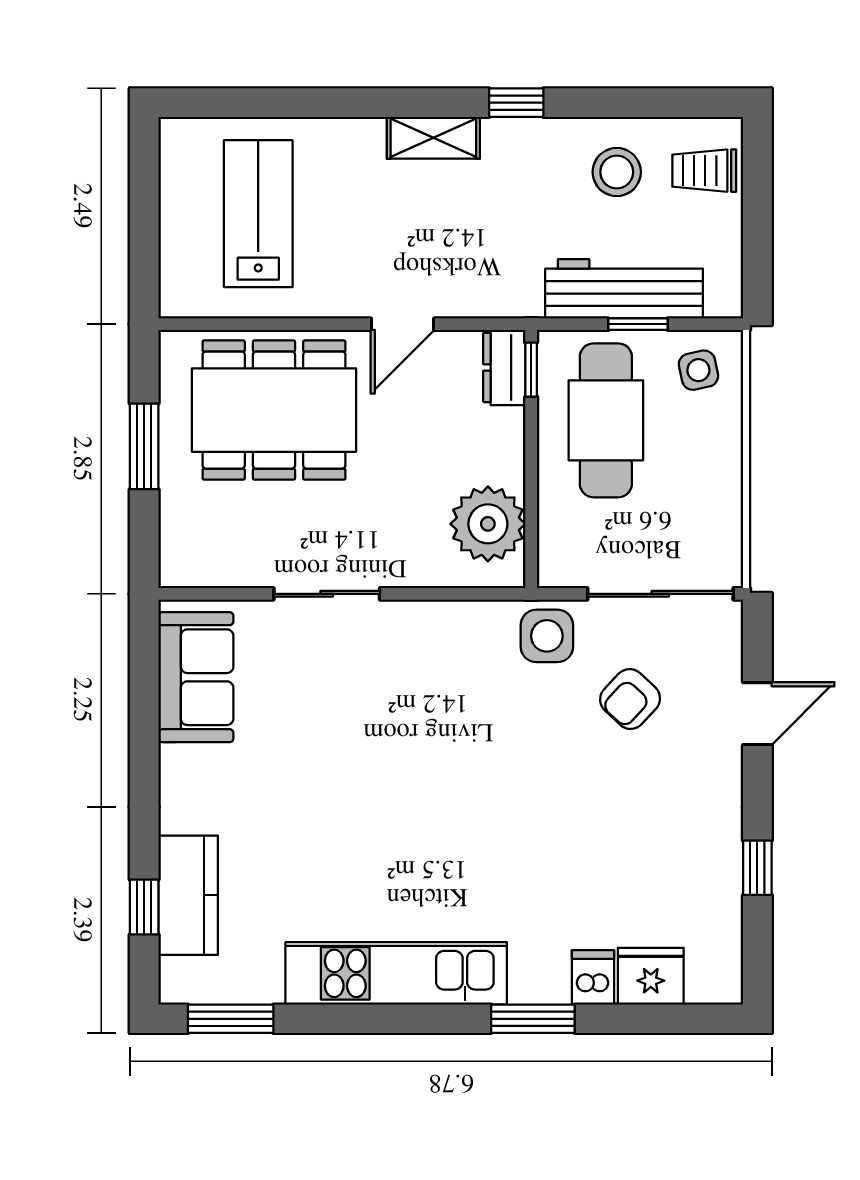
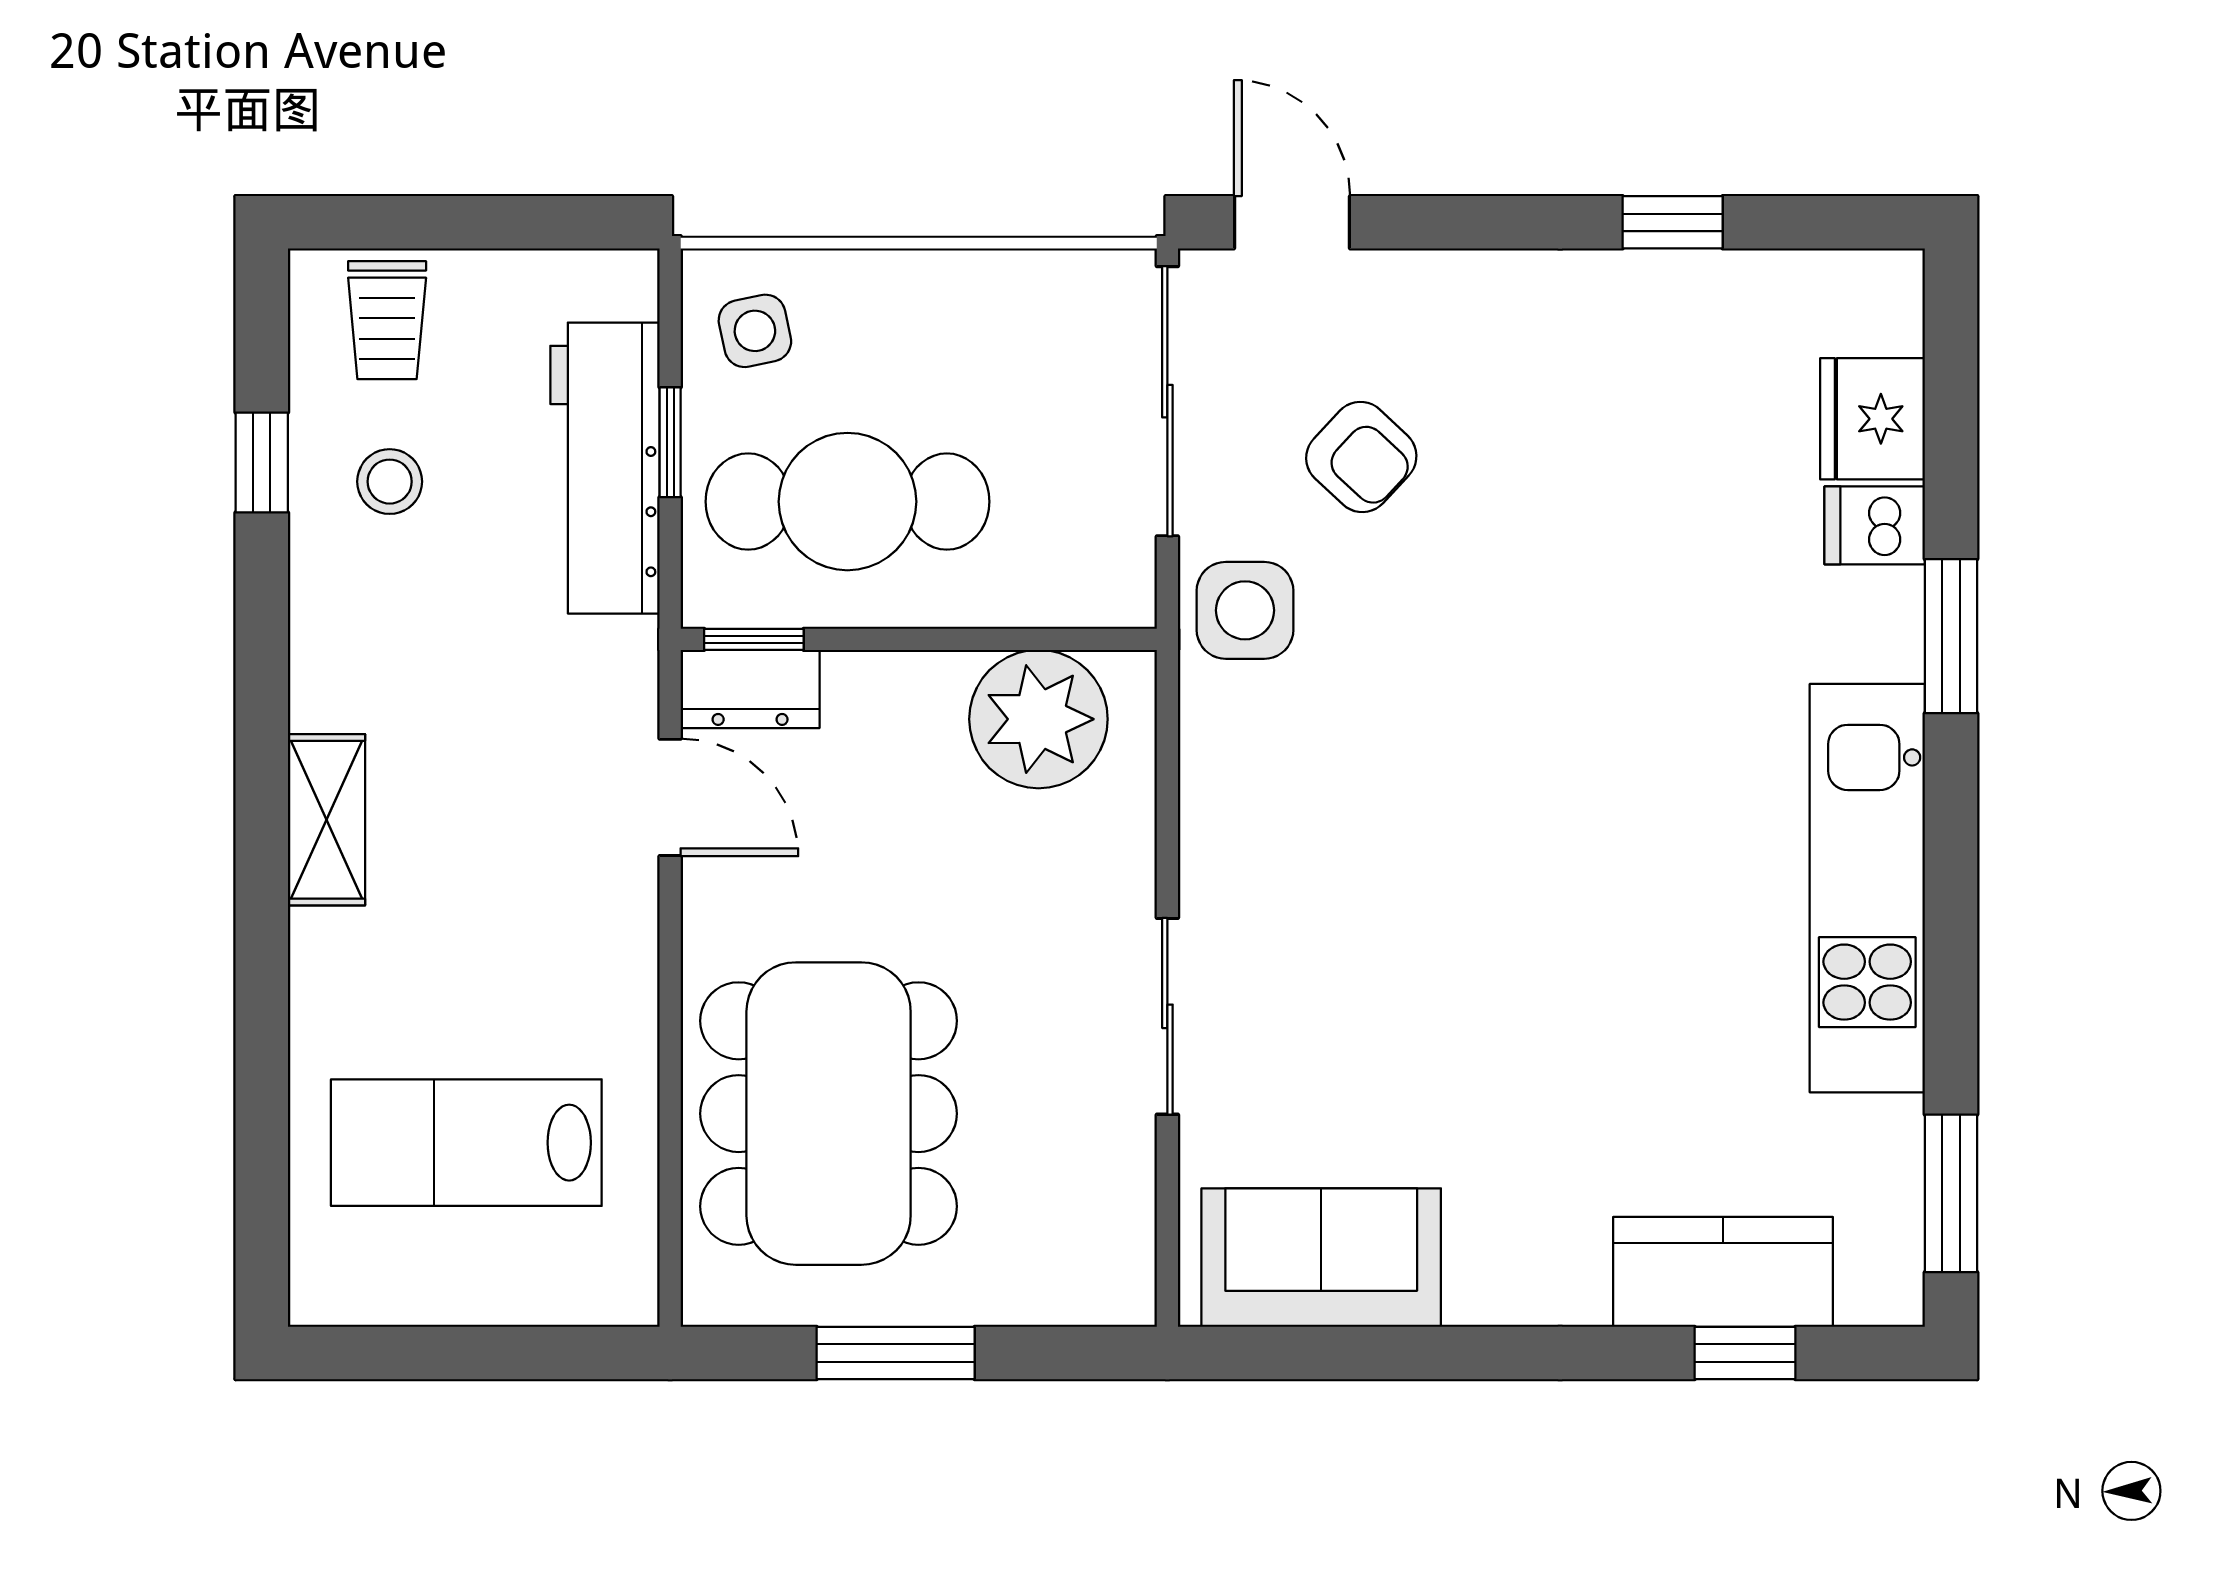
window: (516, 103) -> (262, 462), moved
stool: (617, 172) -> (390, 482), width x0.73, depth x0.73
door: (402, 324) -> (670, 797), moved
door: (757, 714) -> (1292, 222), moved

